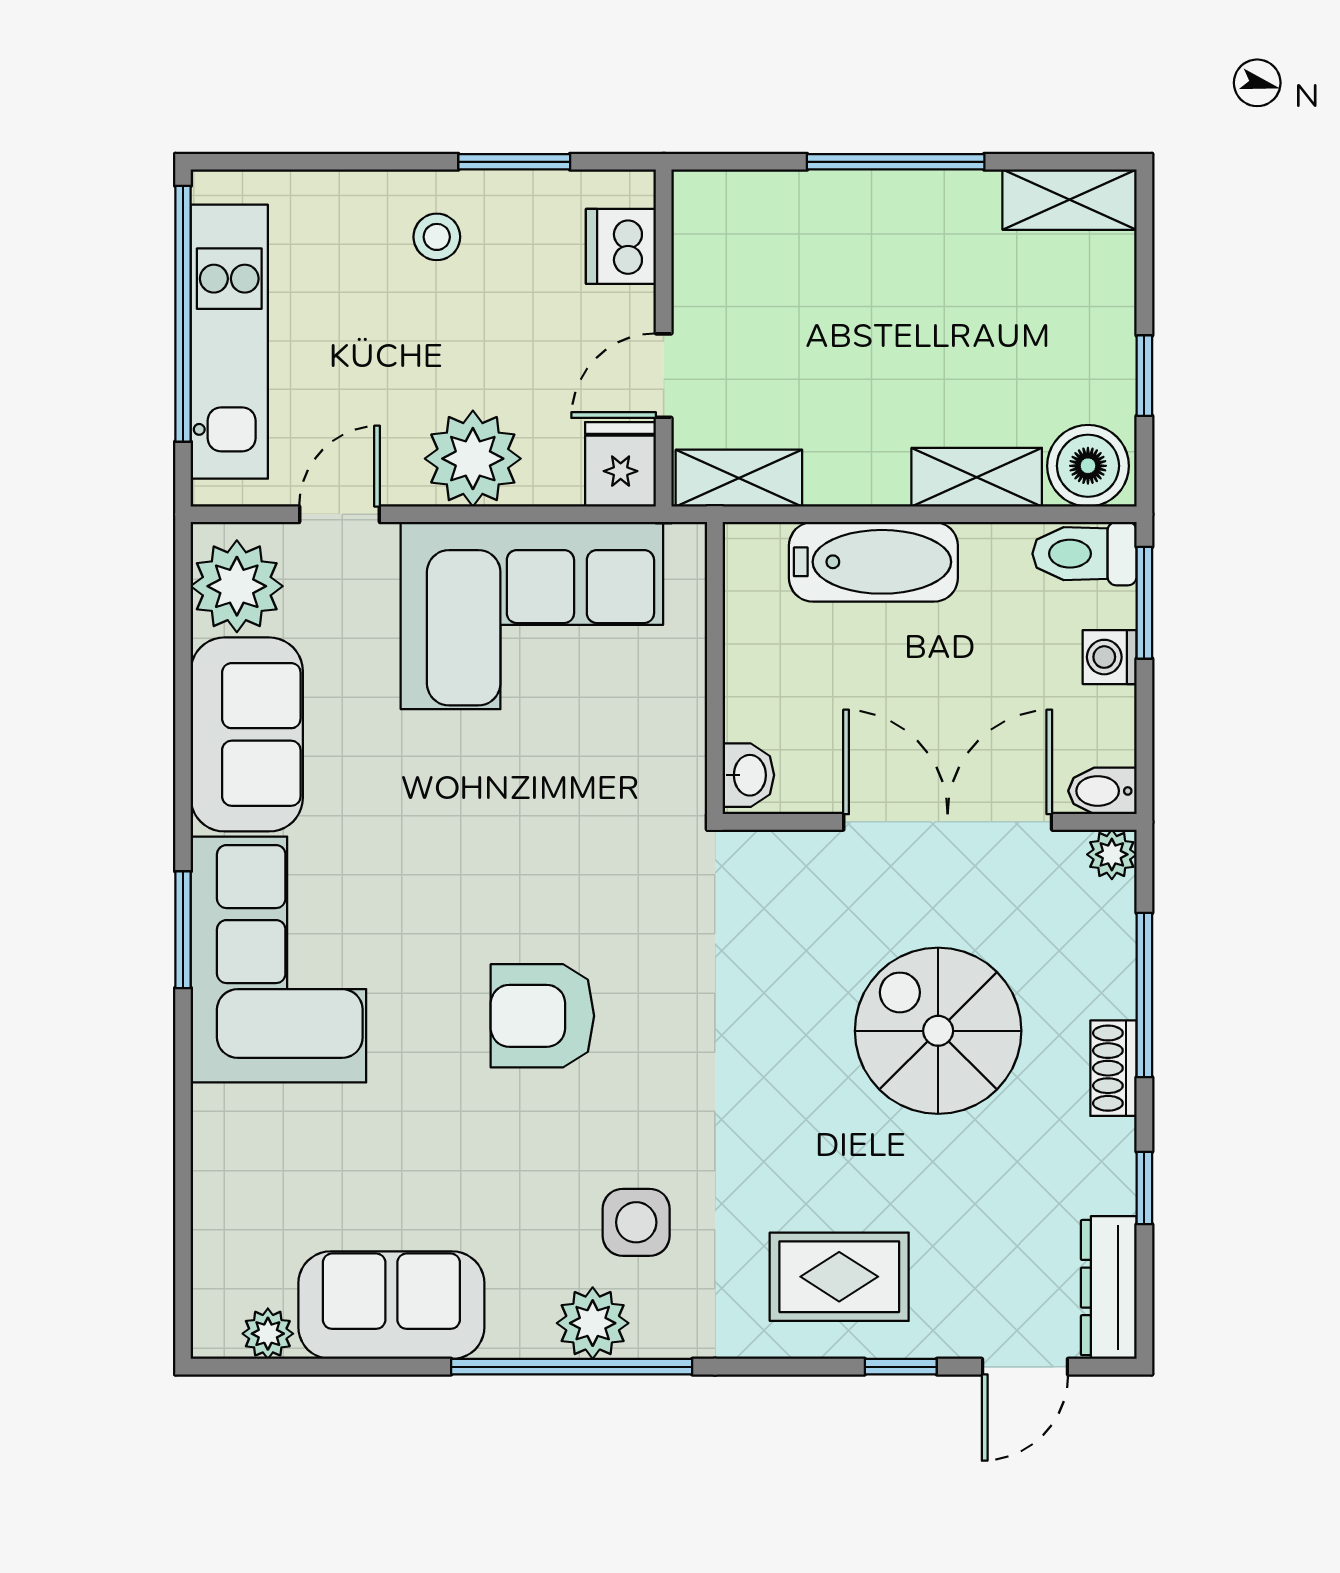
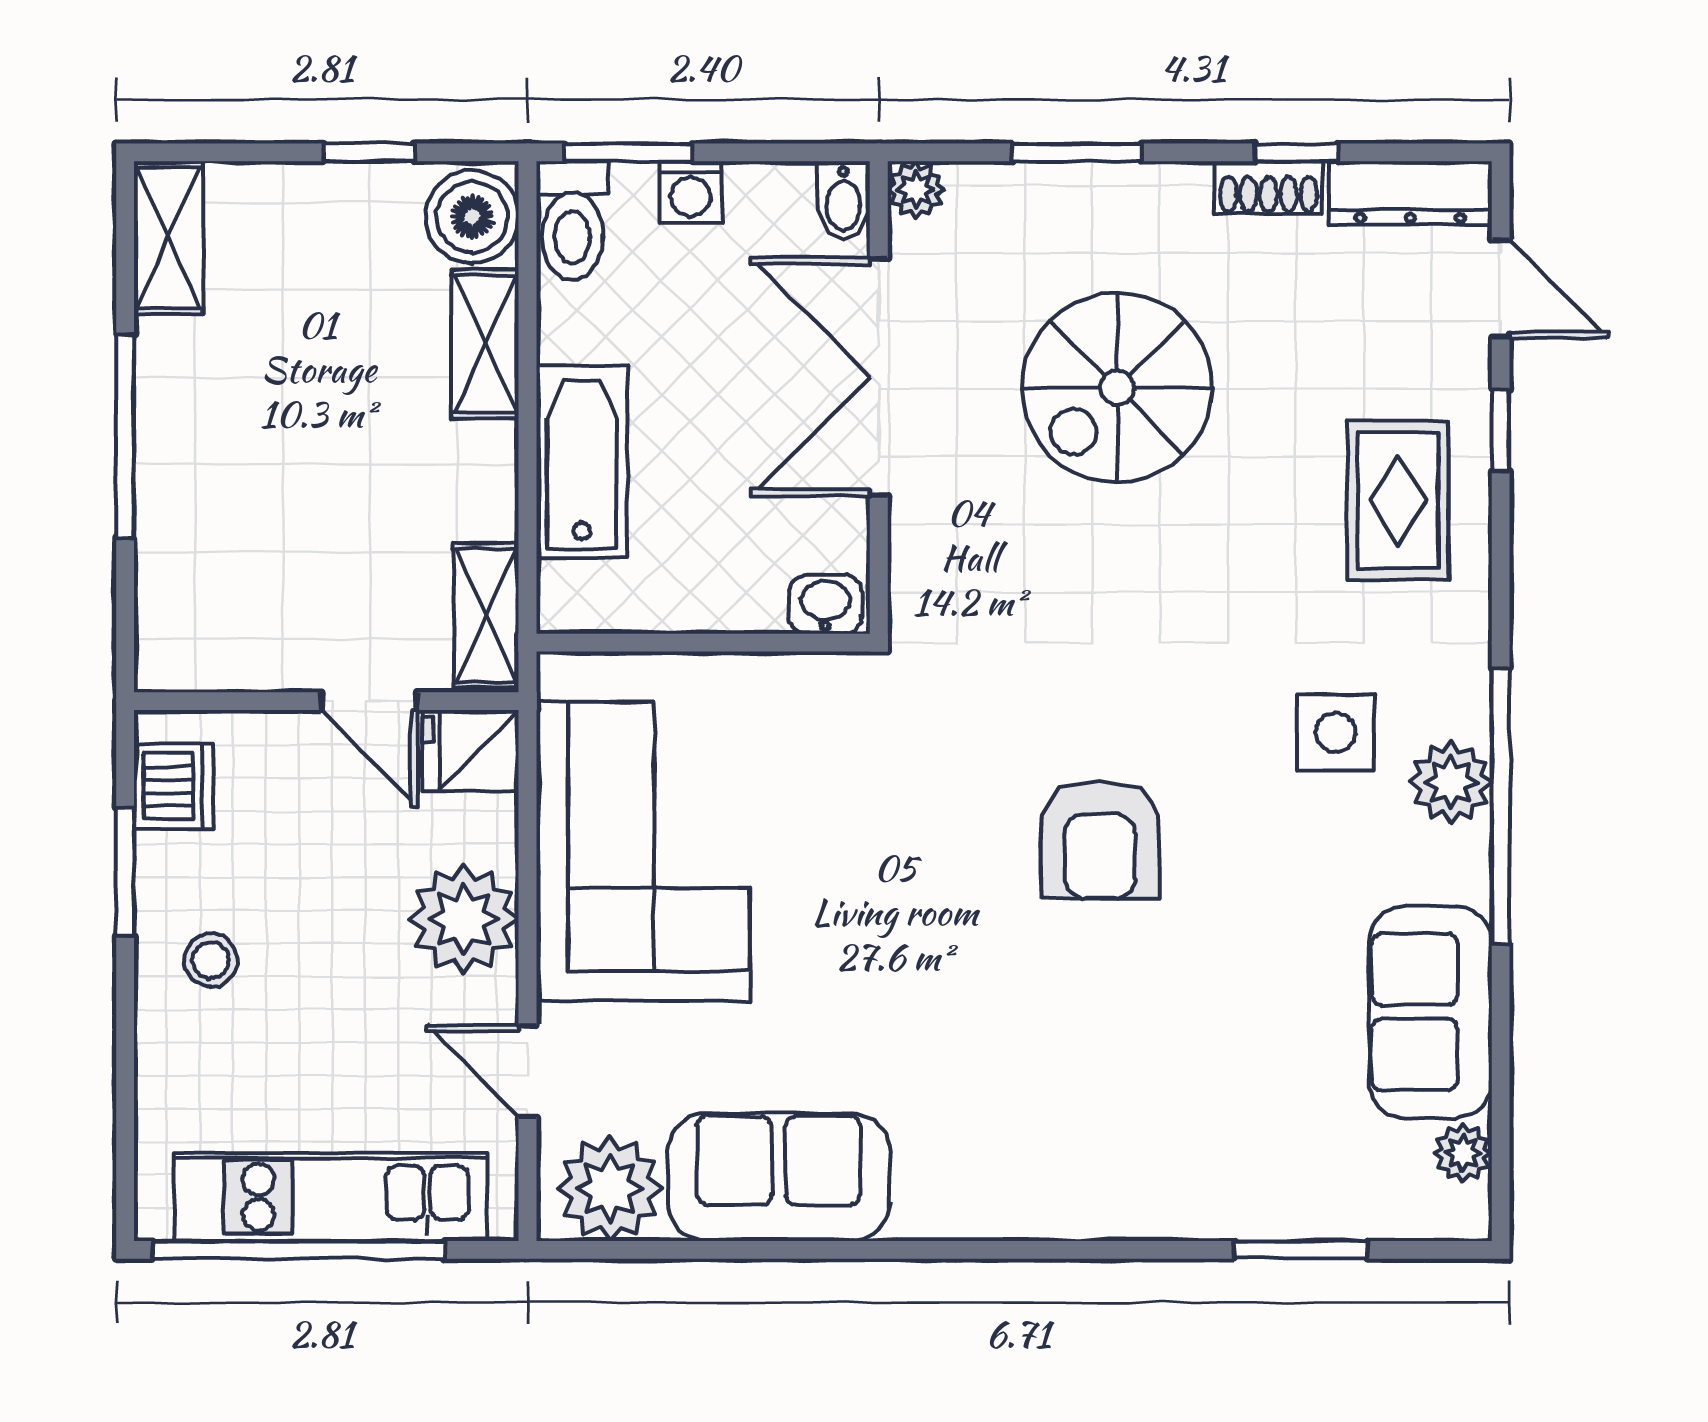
dishwasher: (621, 246) -> (174, 786), moved, turned -90
window: (183, 930) -> (1301, 1250), moved
corner sofa: (278, 960) -> (1036, 1141), removed
window: (1144, 995) -> (1076, 152), width x0.69
shoe rack: (1113, 1068) -> (1268, 188), moved

